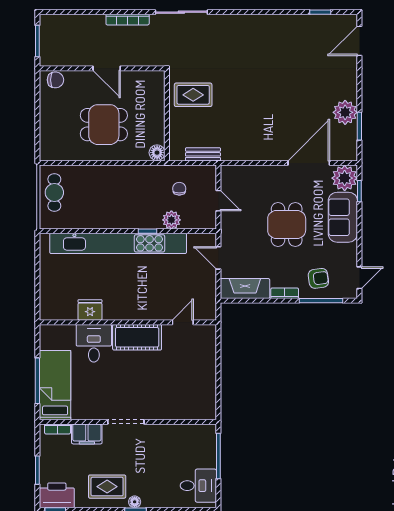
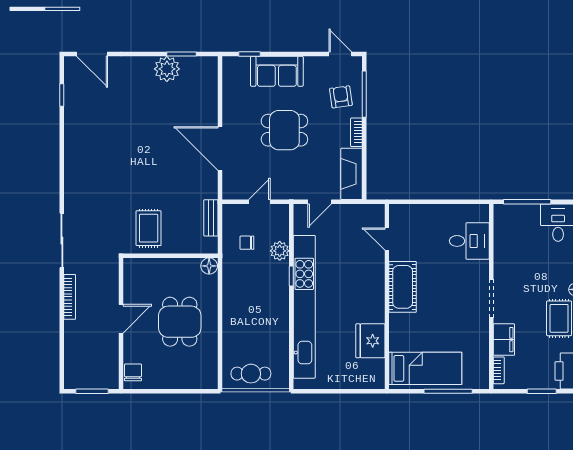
door: (309, 163) -> (220, 148), moved
plant: (345, 178) -> (236, 70), removed
fridge: (90, 310) -> (370, 341), width x1.36, depth x1.34
desk: (94, 343) -> (469, 241), moved, turned 180
bed: (55, 385) -> (425, 368), moved, turned 180

